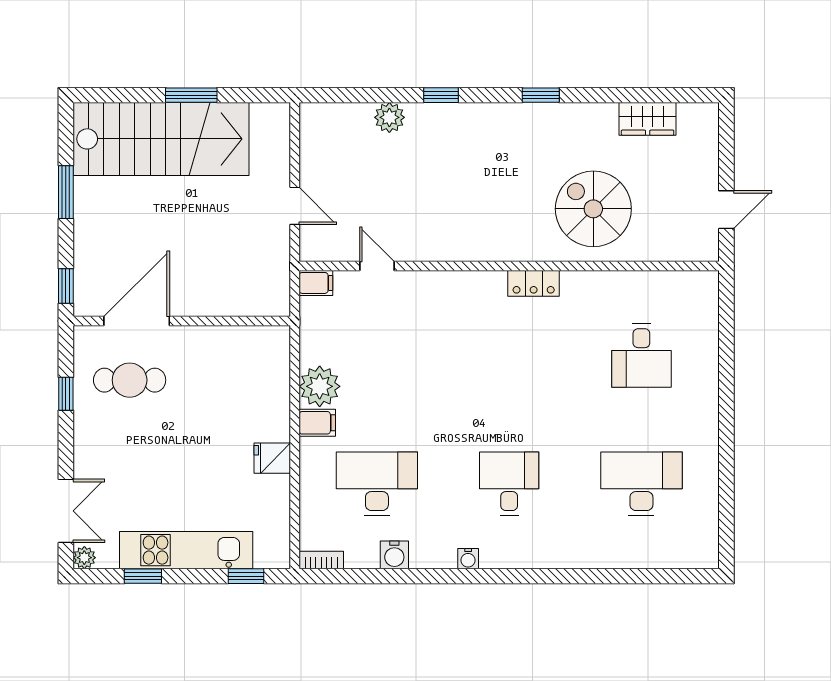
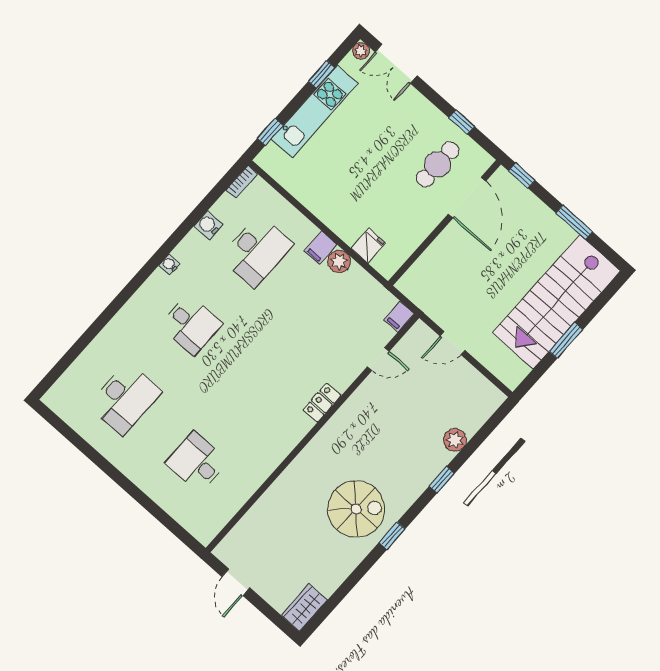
wardrobe: (648, 119) -> (304, 608), moved
spiral stairs: (593, 209) -> (356, 509), moved
locker: (534, 283) -> (322, 403), moved
plant: (320, 386) -> (339, 262), width x0.73, depth x0.73
fridge: (272, 458) -> (369, 246), moved

